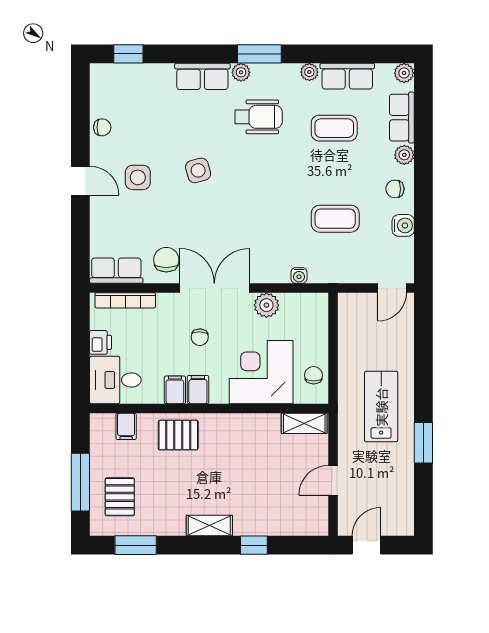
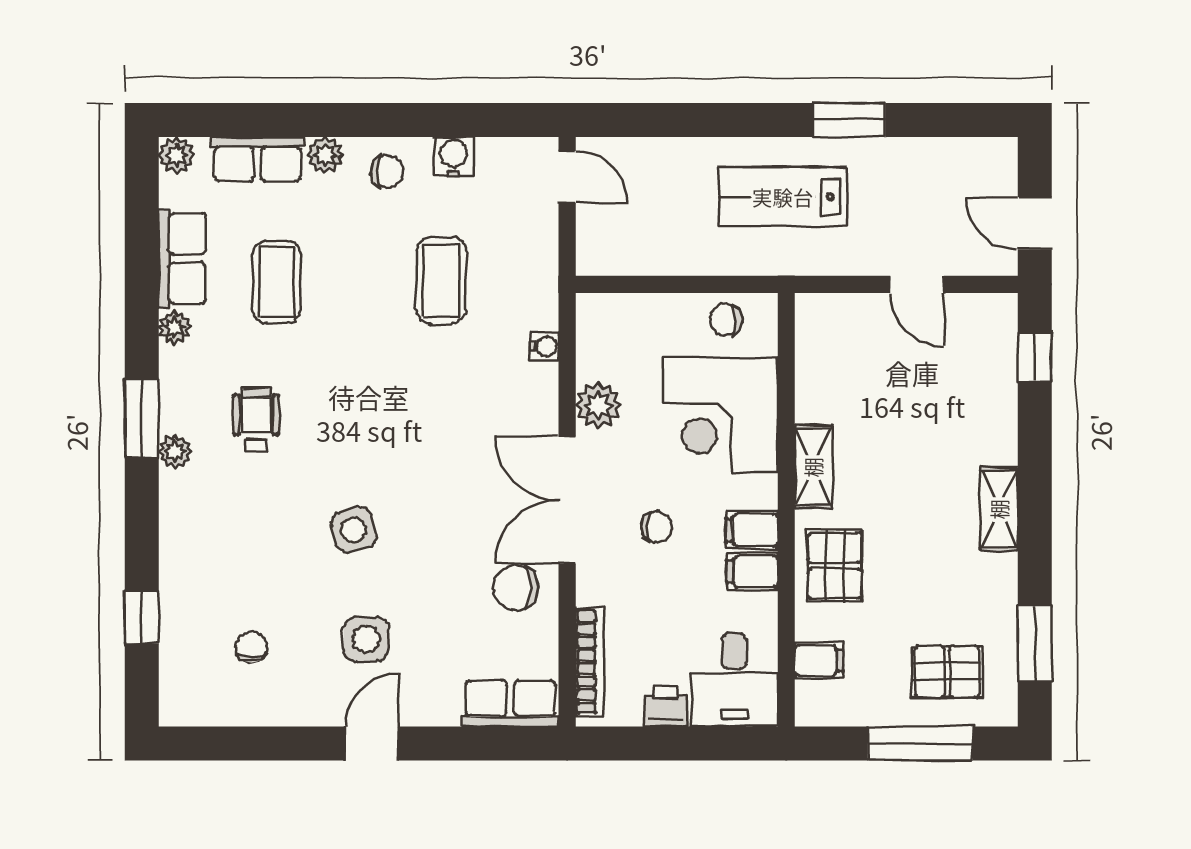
window: (128, 54) -> (142, 617), moved
row of seats: (202, 76) -> (183, 522), removed
wheelchair: (259, 117) -> (256, 420), width x0.73, depth x0.73
chair: (102, 127) -> (251, 647), moved
chair: (395, 189) -> (387, 172), turned -90
row of seats: (116, 271) -> (510, 704), moved, turned 90
shelving: (304, 423) -> (813, 467), moved
window: (254, 545) -> (1035, 357), moved

